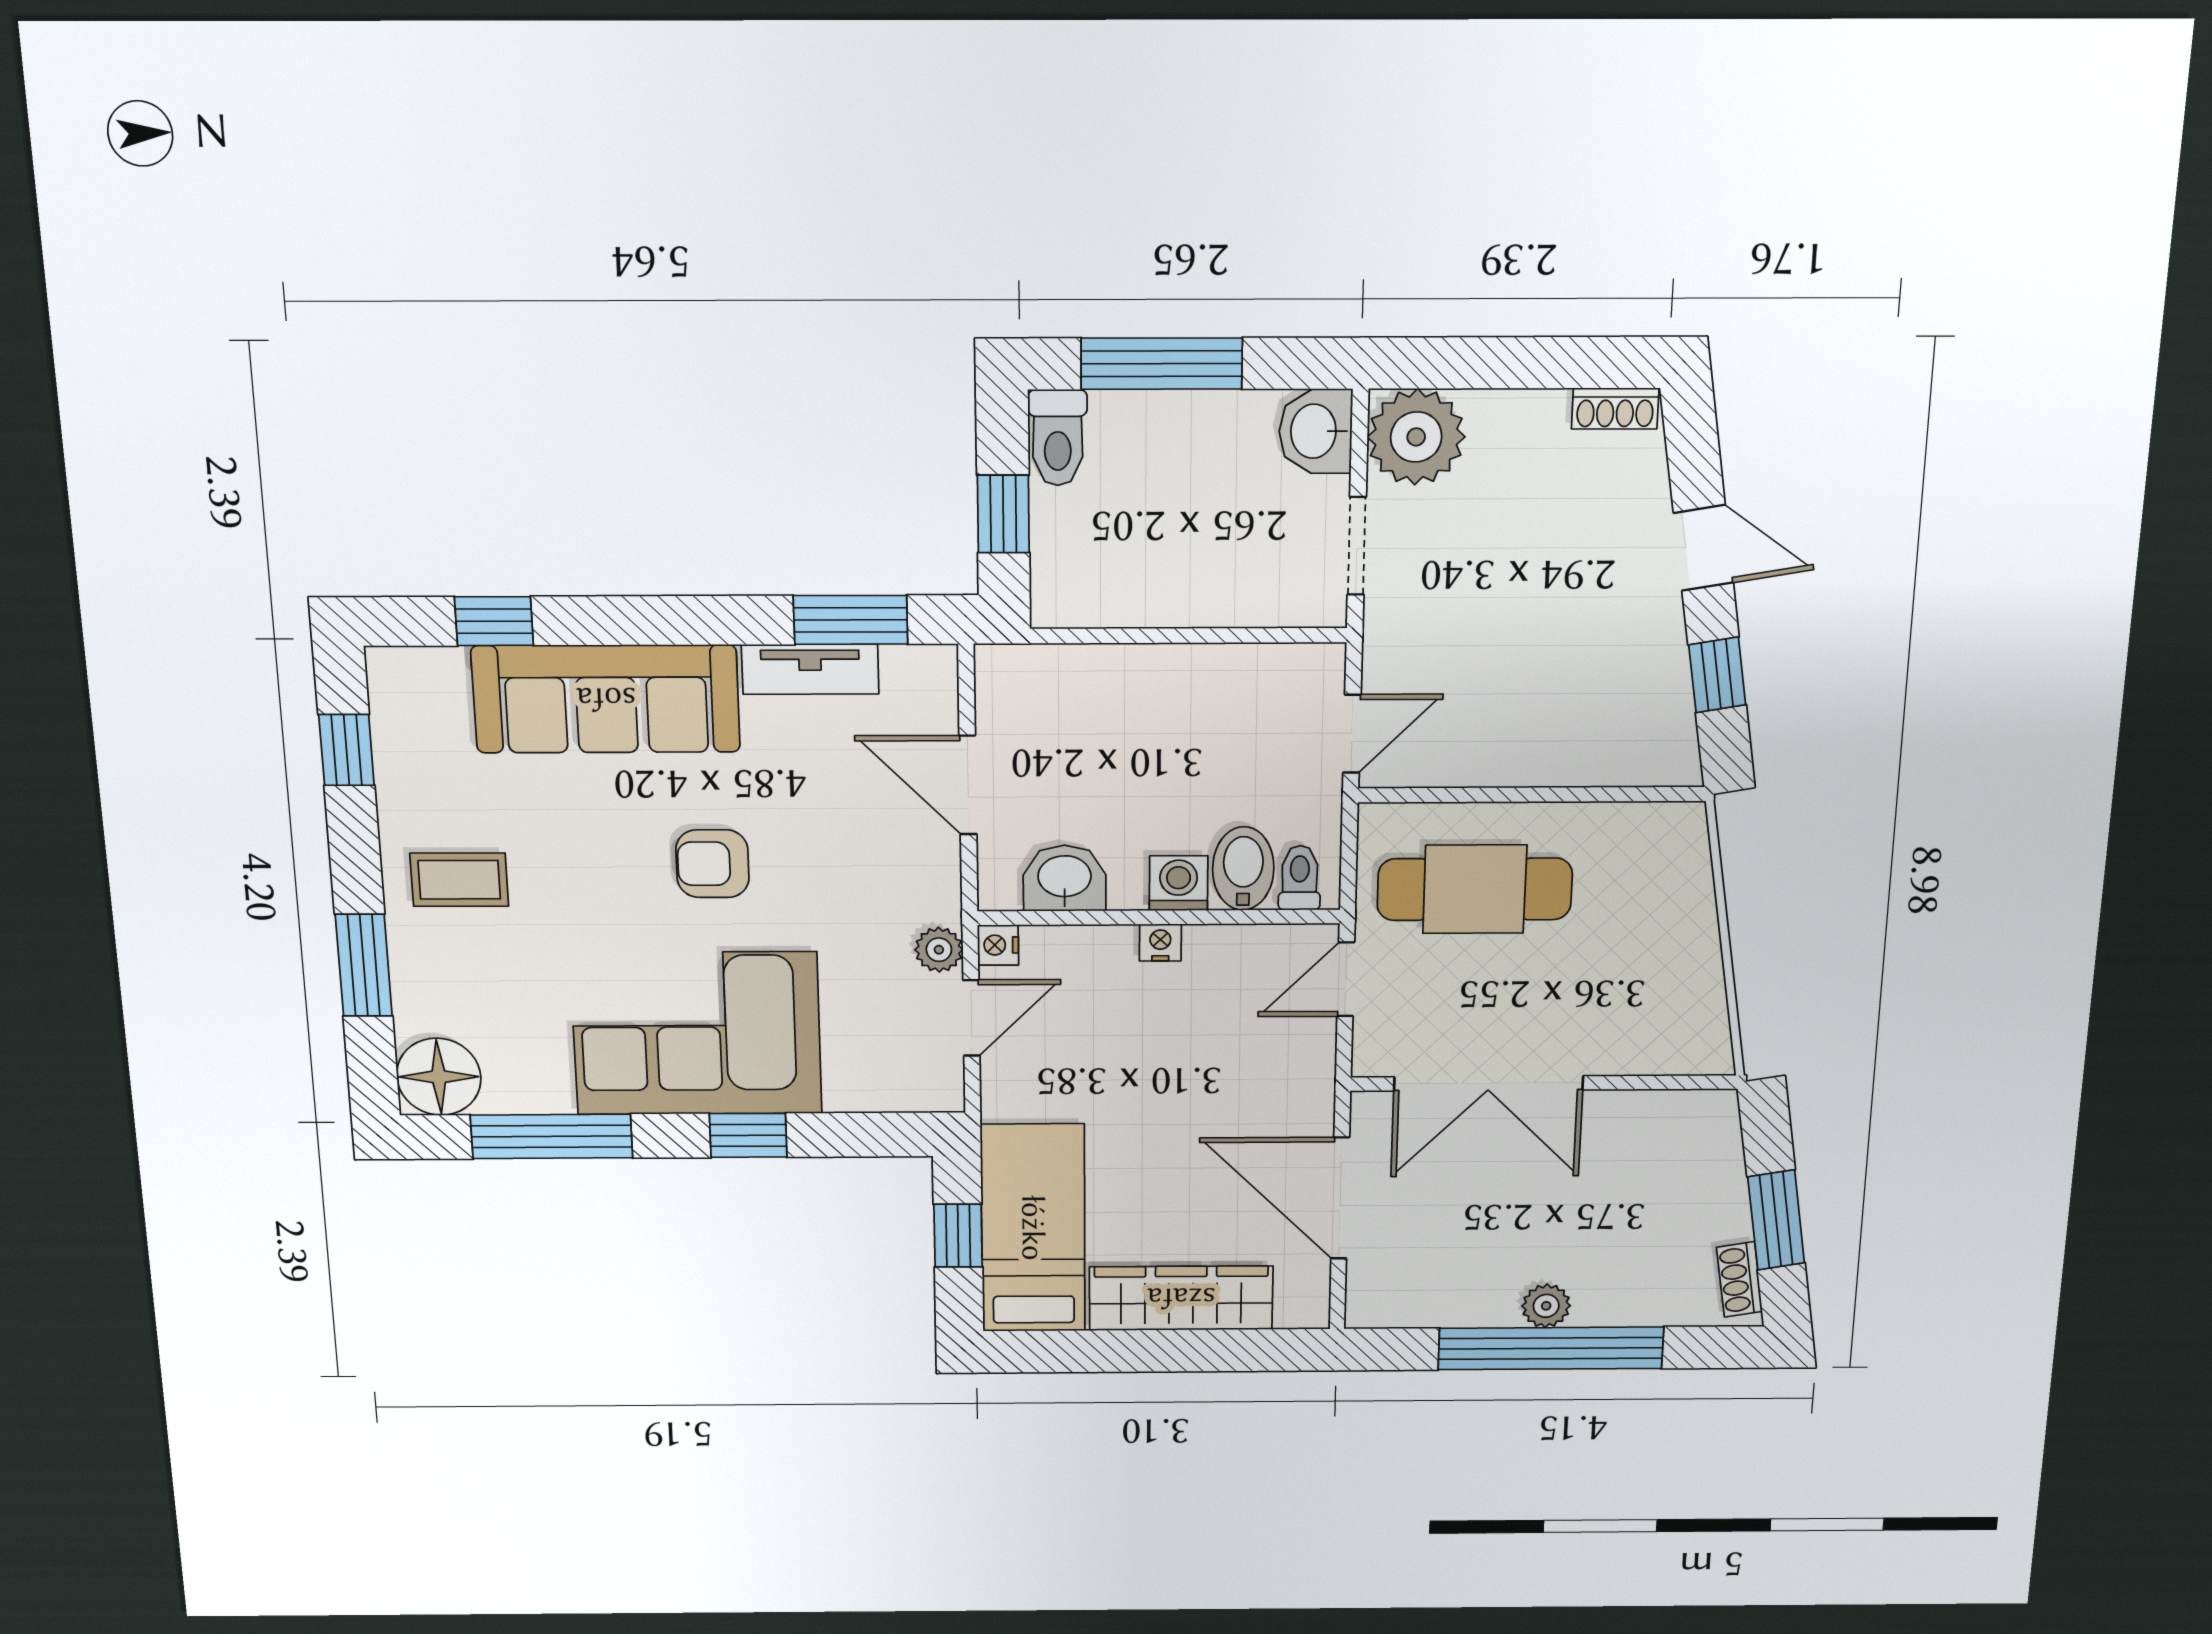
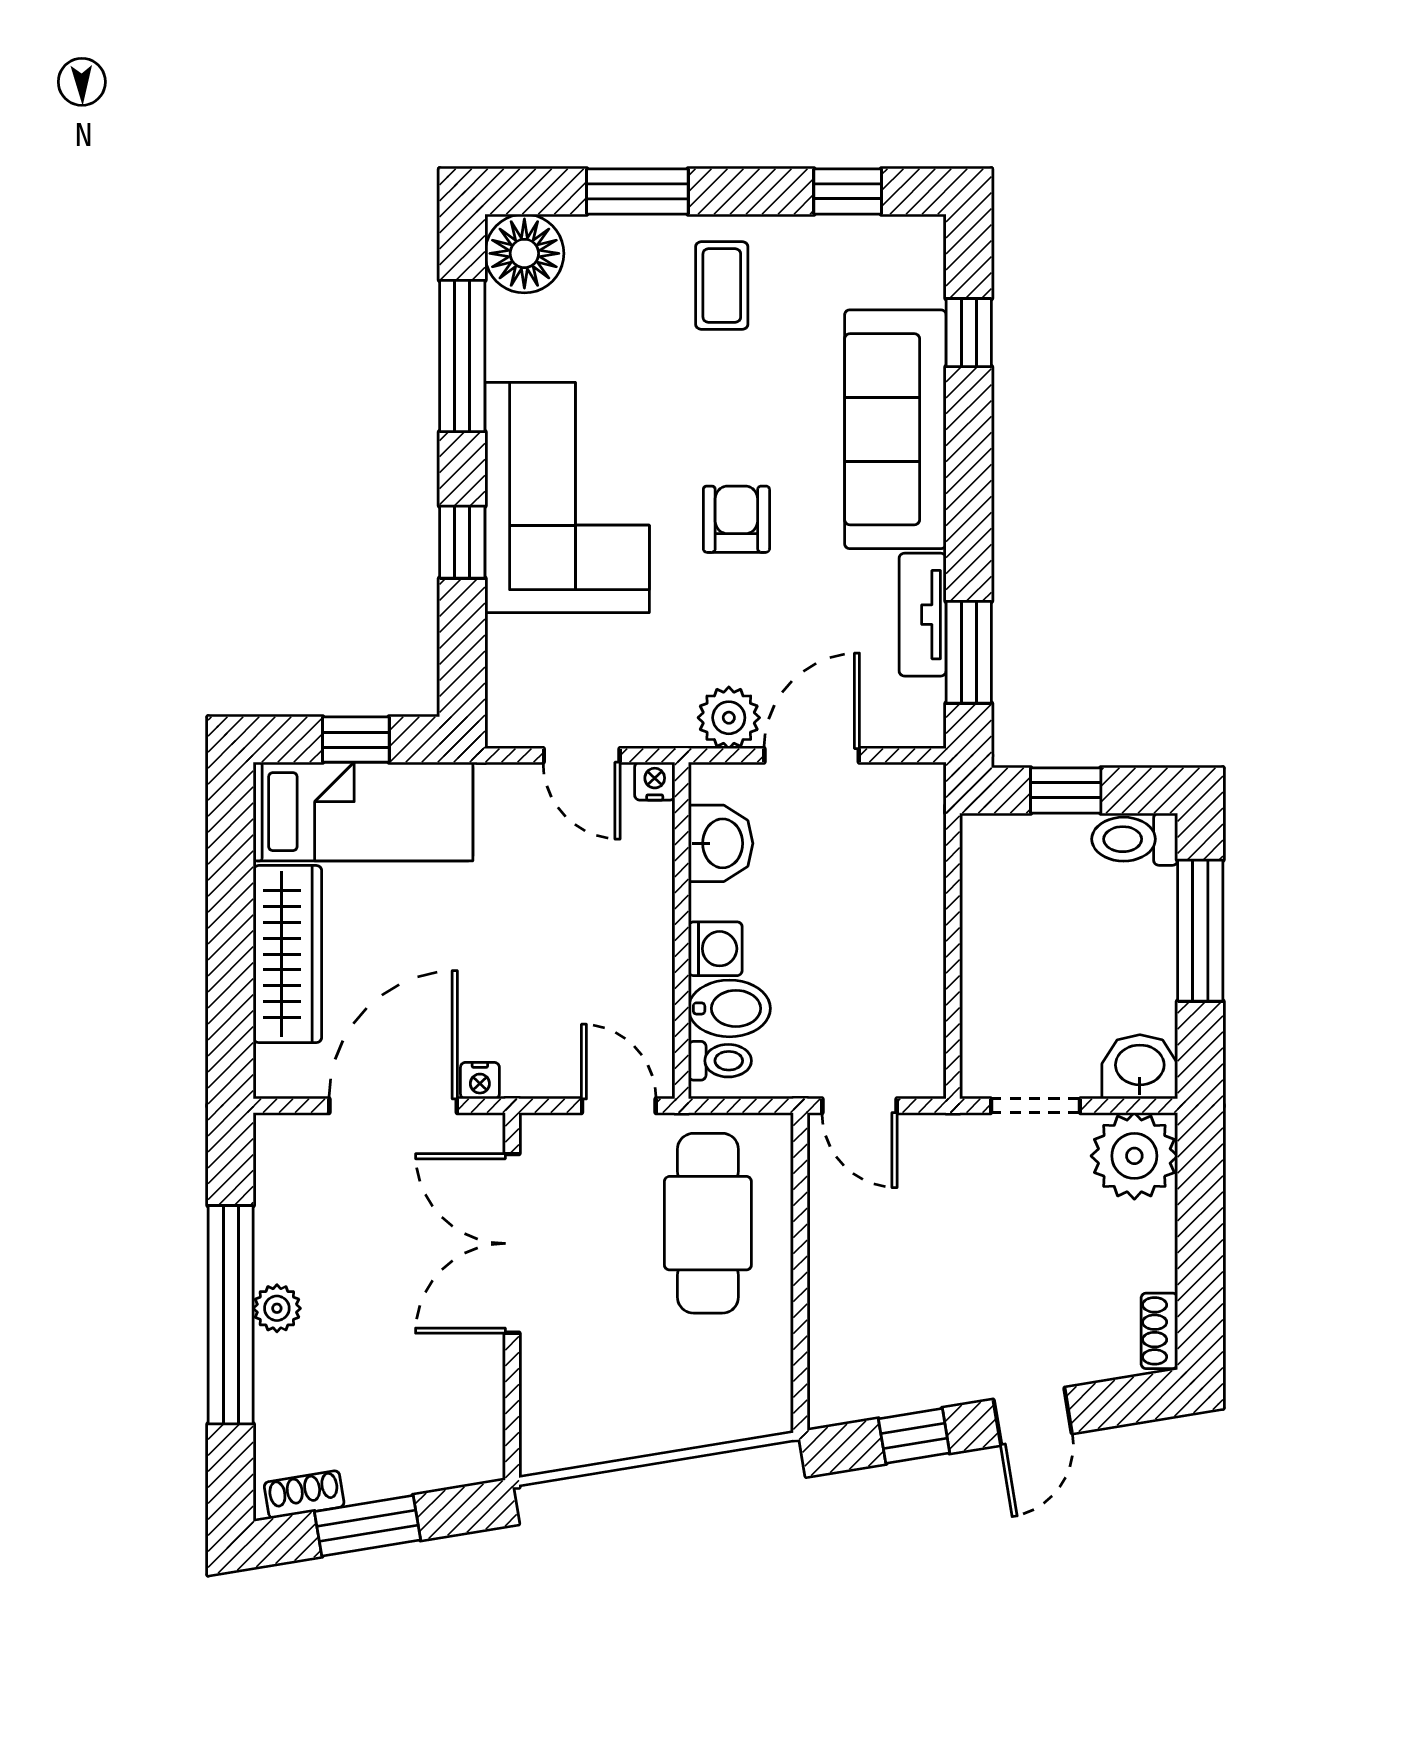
nightstand: (1160, 943) -> (480, 1081), moved, turned 90
plant: (939, 950) -> (729, 718), moved, width x1.38, depth x1.38

